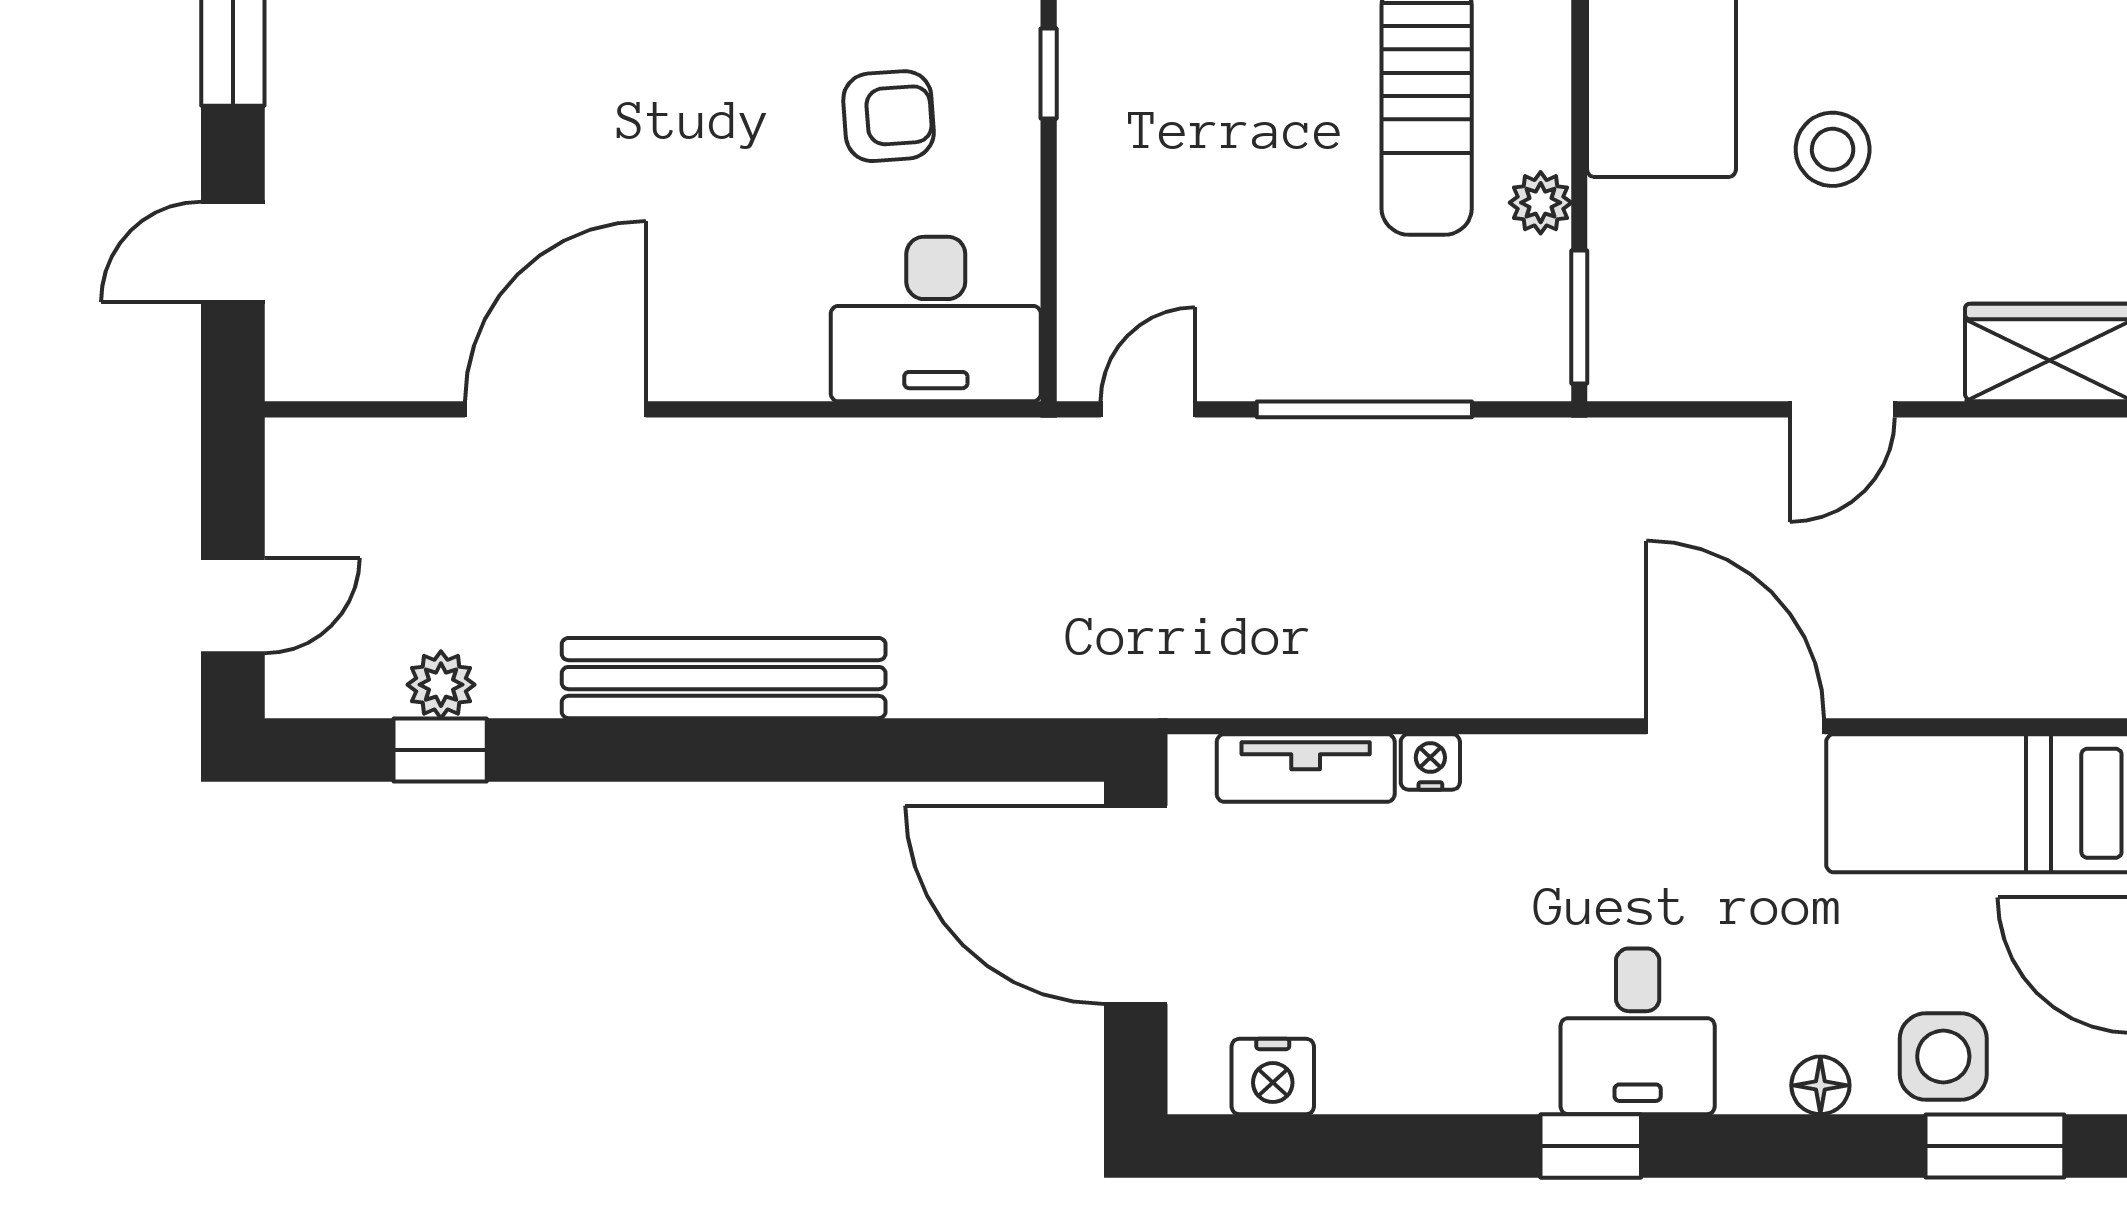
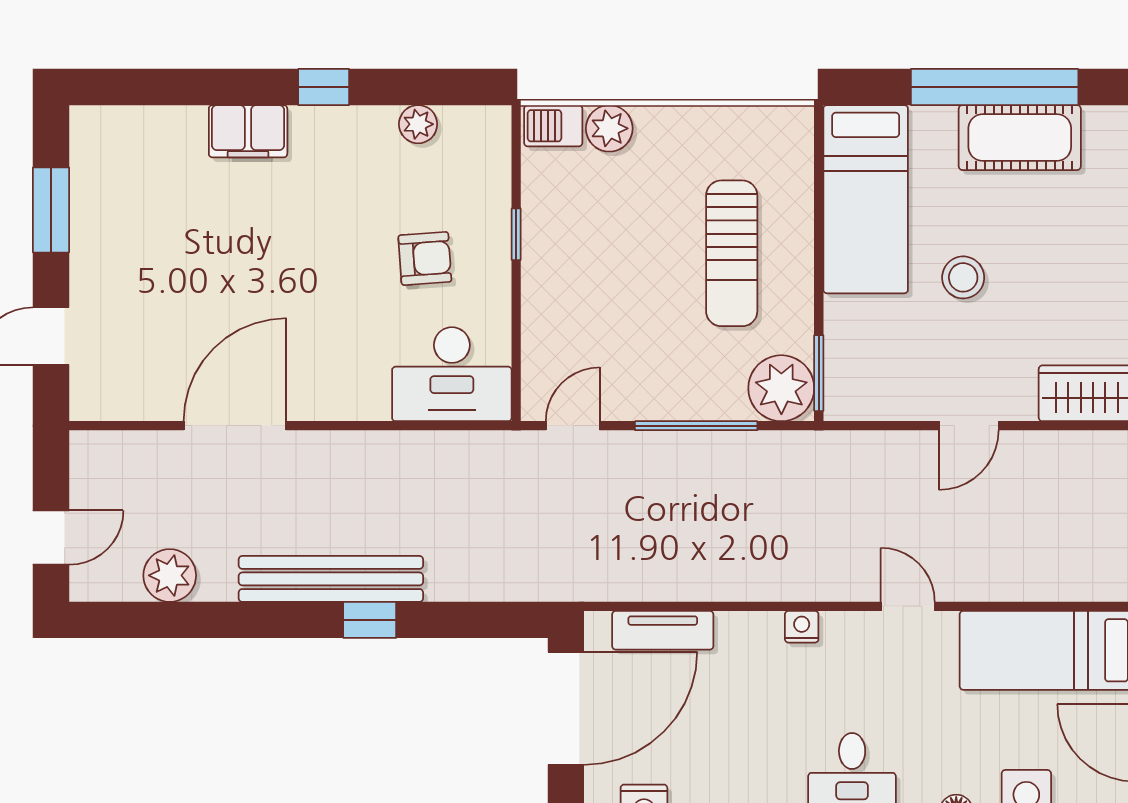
plant: (1541, 203) -> (781, 388), moved, width x1.88, depth x1.88
plant: (441, 685) -> (170, 575), width x1.38, depth x1.38
door: (1735, 726) -> (908, 606), width x0.53
window: (440, 750) -> (370, 620), moved
nightstand: (1430, 762) -> (802, 627), moved
door: (1136, 905) -> (566, 708), swing flipped

